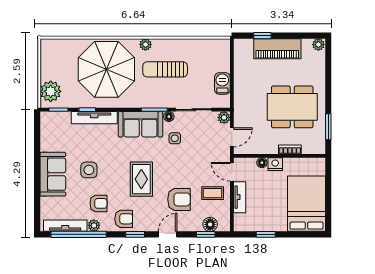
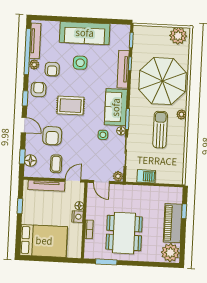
plant: (318, 45) -> (170, 253), width x1.87, depth x1.87
plant: (51, 91) -> (178, 36), moved
sofa: (53, 174) -> (85, 33), width x1.36
tv unit: (240, 197) -> (46, 186), width x1.41
armchair: (124, 219) -> (39, 89), turned 180

